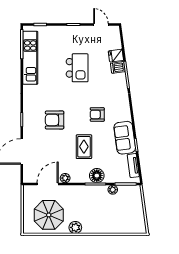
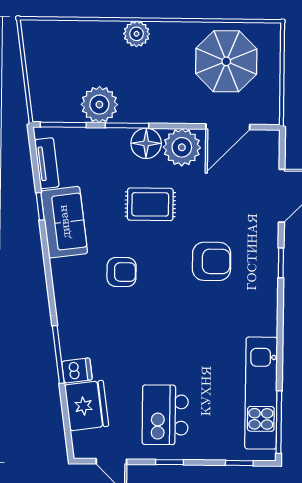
fridge: (116, 56) -> (87, 406), width x1.88, depth x1.34
kitchen island: (77, 68) -> (165, 415), moved
rug: (84, 147) -> (150, 204), turned 90
floor lamp: (97, 176) -> (146, 143), moved
plant: (65, 178) -> (182, 147), width x1.88, depth x1.88
plant: (113, 190) -> (99, 105), width x1.88, depth x1.88
plant: (75, 227) -> (137, 34), moved

